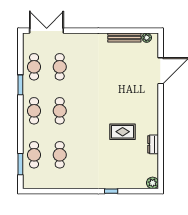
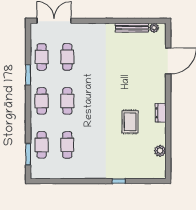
rug: (123, 132) -> (130, 122), turned 90
dresser: (153, 144) -> (161, 113), moved
plant: (153, 183) -> (160, 151), moved

